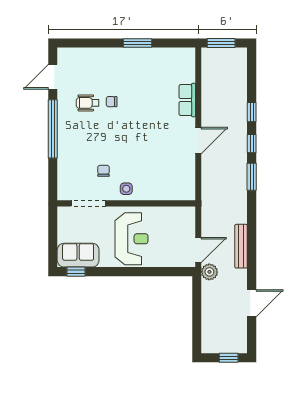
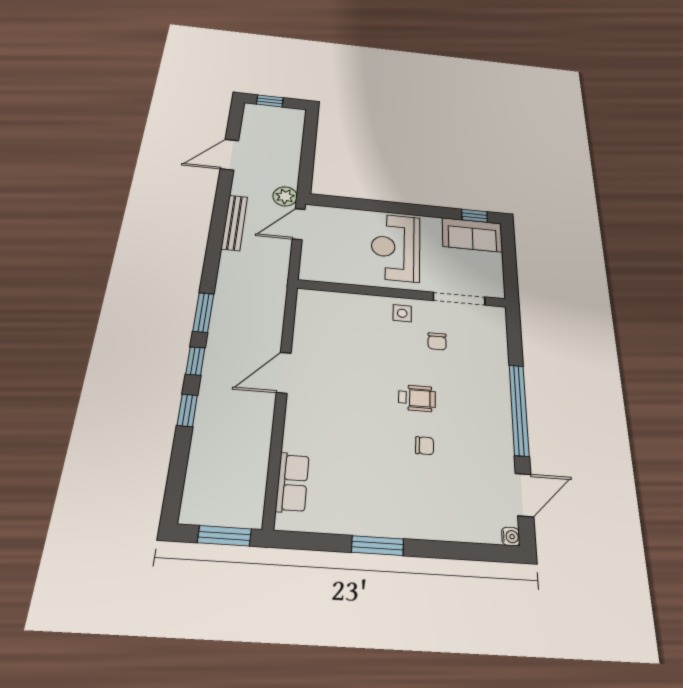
water cooler: (62, 53) -> (511, 537), added
row of seats: (187, 100) -> (292, 483), moved
wheelchair: (88, 103) -> (417, 398), moved

